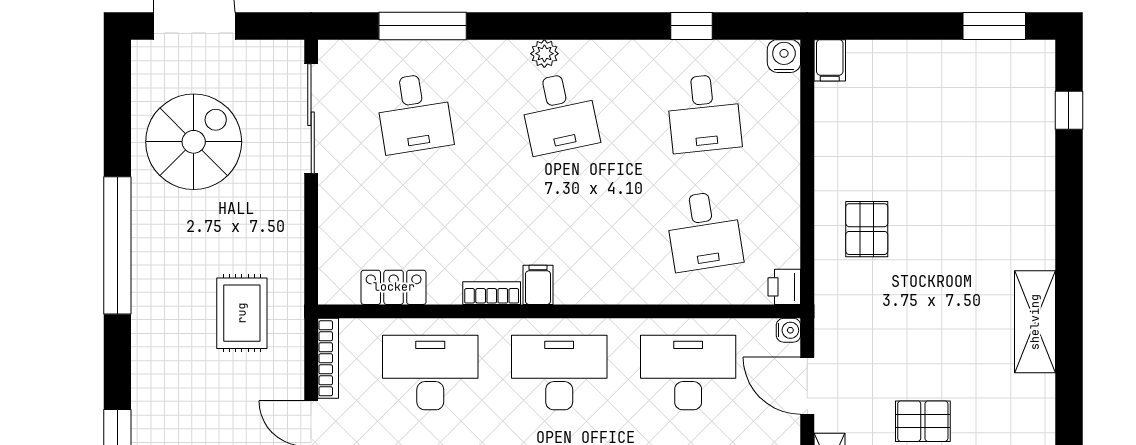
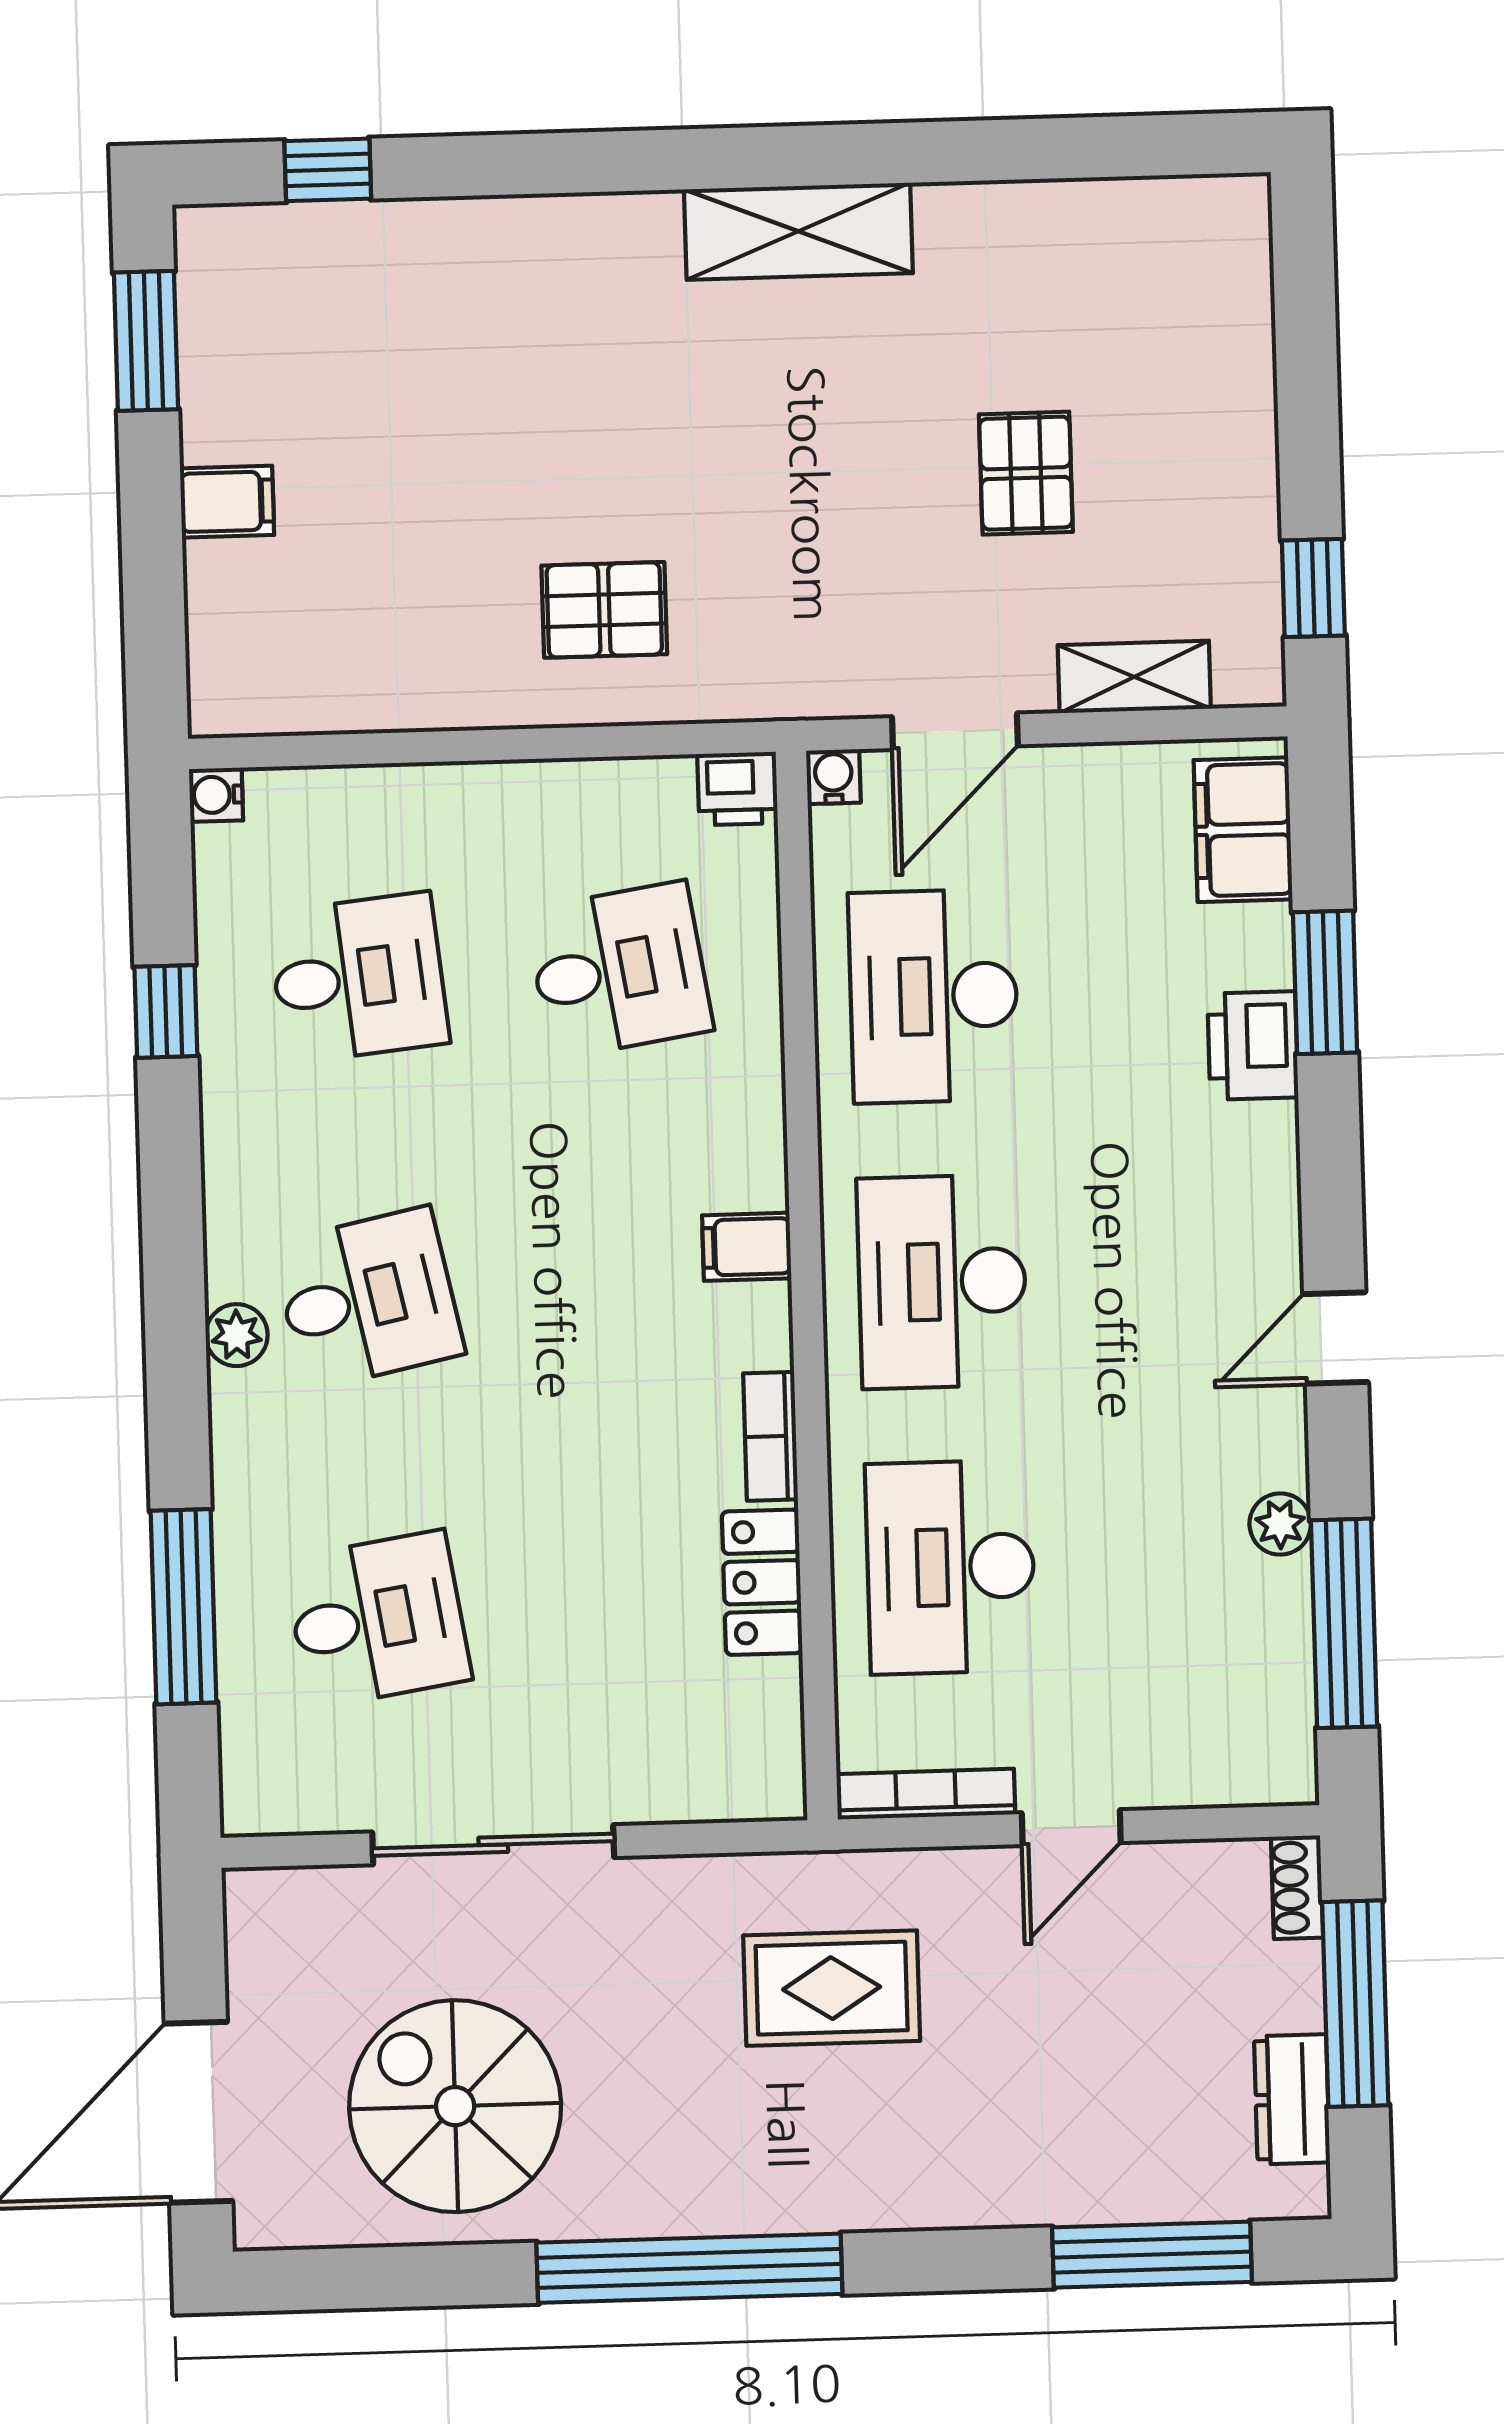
water cooler: (784, 56) -> (216, 795), width x0.72, depth x0.72
filing cabinet: (830, 60) -> (227, 502), moved
sliding door: (311, 119) -> (493, 1845), moved
filing cabinet: (538, 285) -> (747, 1247), moved
locker: (394, 287) -> (762, 1582), moved

